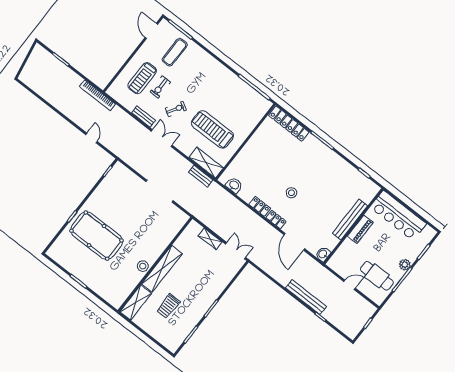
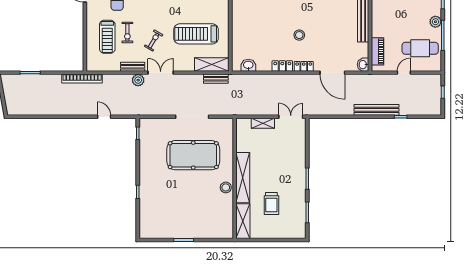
plant: (140, 130) -> (138, 80), added
piano: (360, 229) -> (378, 51), moved
pool table: (97, 236) -> (193, 155), moved

